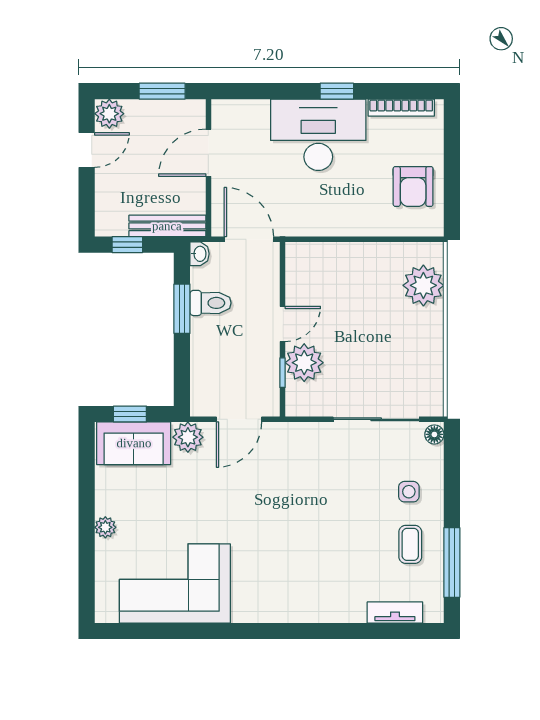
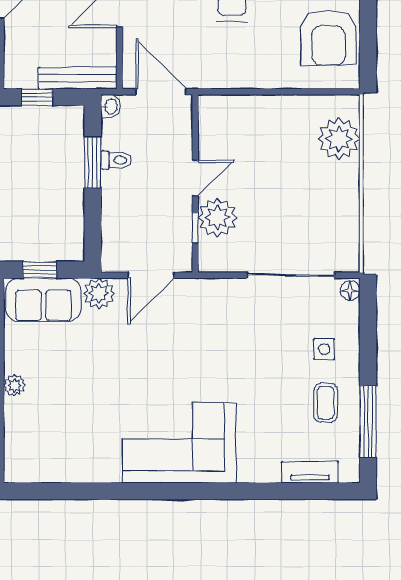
armchair: (413, 186) -> (328, 38), width x1.36, depth x1.36
toilet: (211, 303) -> (116, 160), width x0.73, depth x0.72
corner sofa: (175, 583) -> (179, 443), moved

